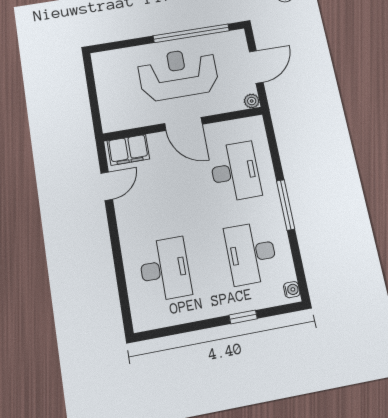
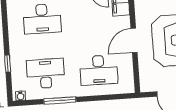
plant: (252, 101) -> (145, 87), removed
window: (286, 205) -> (60, 100), moved

